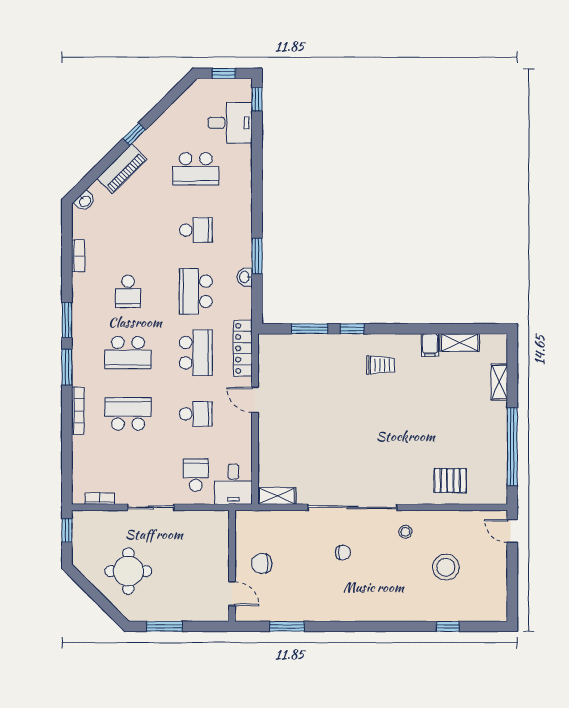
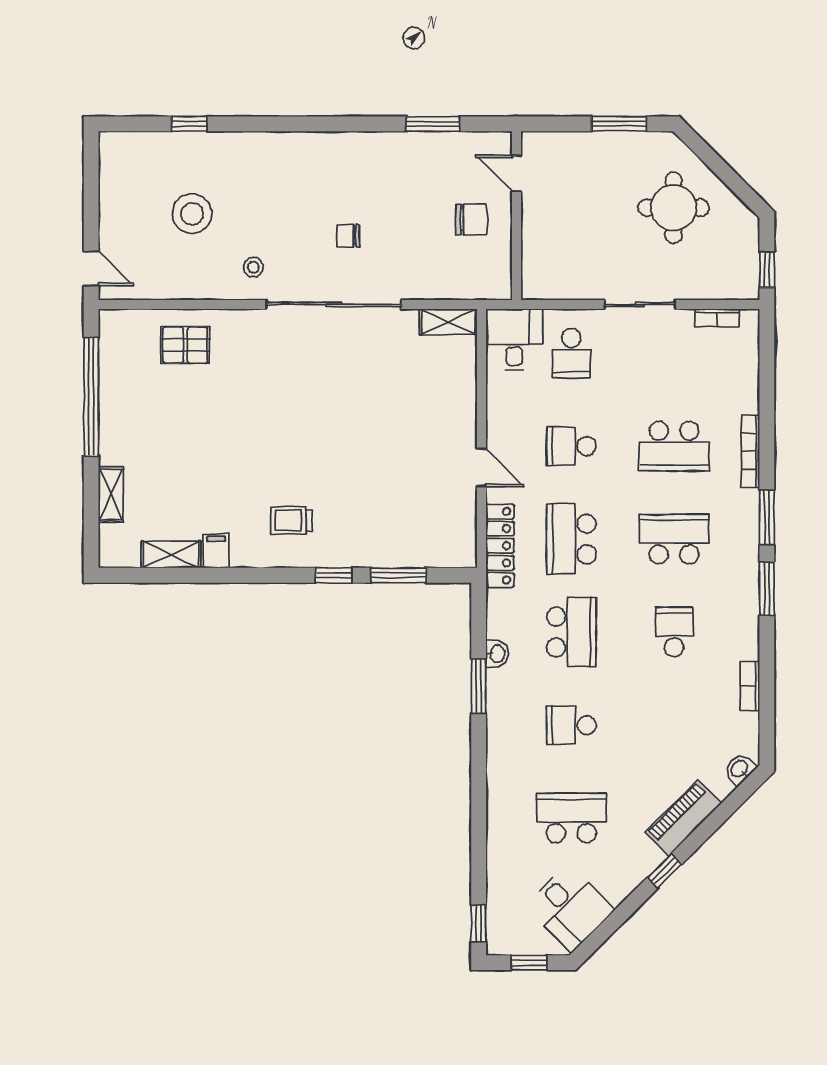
desk: (230, 123) -> (570, 908), moved, turned -135

